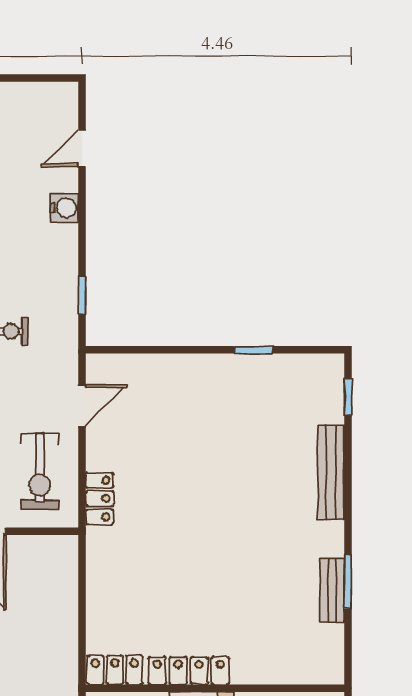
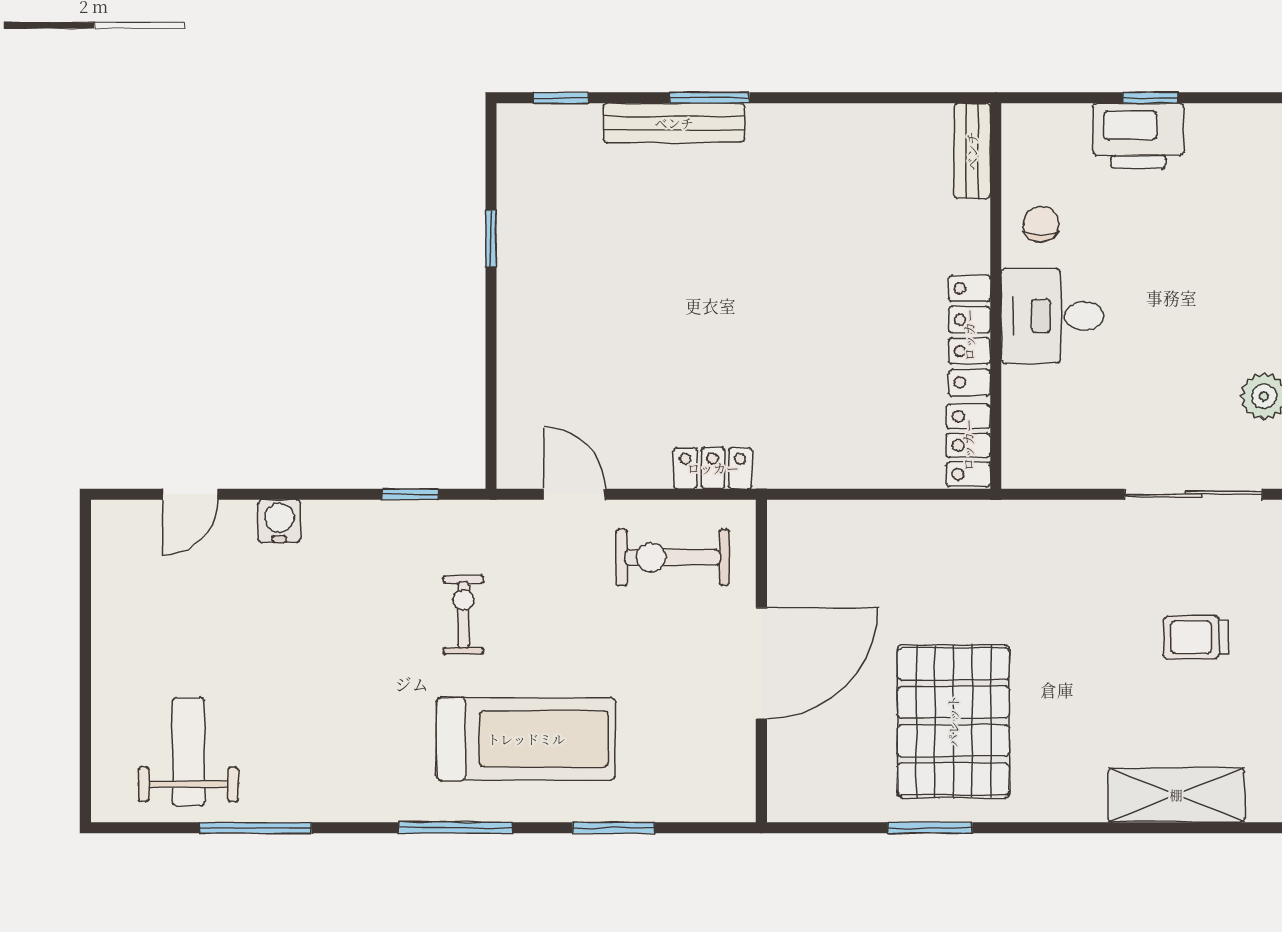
door: (82, 148) -> (190, 494), hinge flipped
exercise bike: (40, 472) -> (672, 557), turned 180
window: (348, 582) -> (710, 98), moved
bench: (332, 591) -> (972, 151), moved, turned 90

